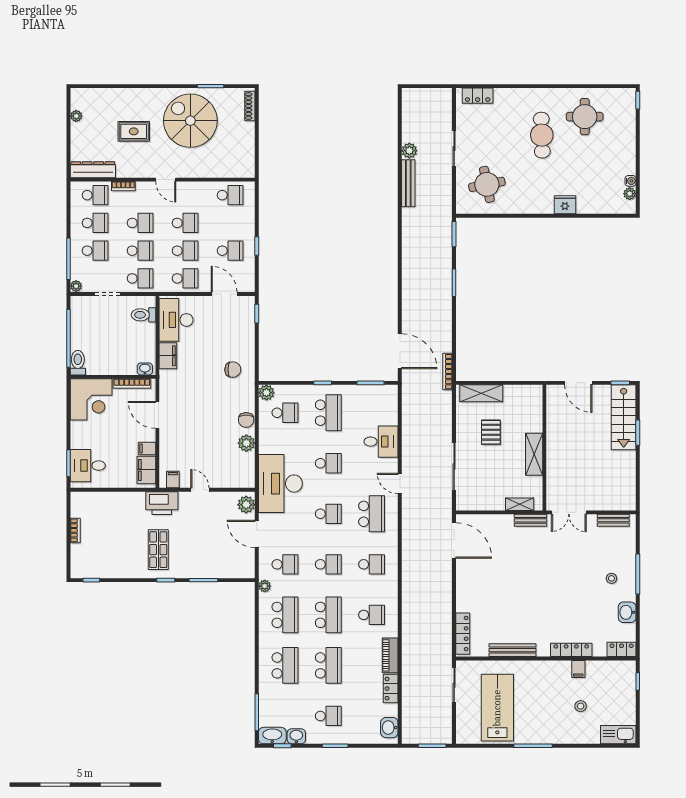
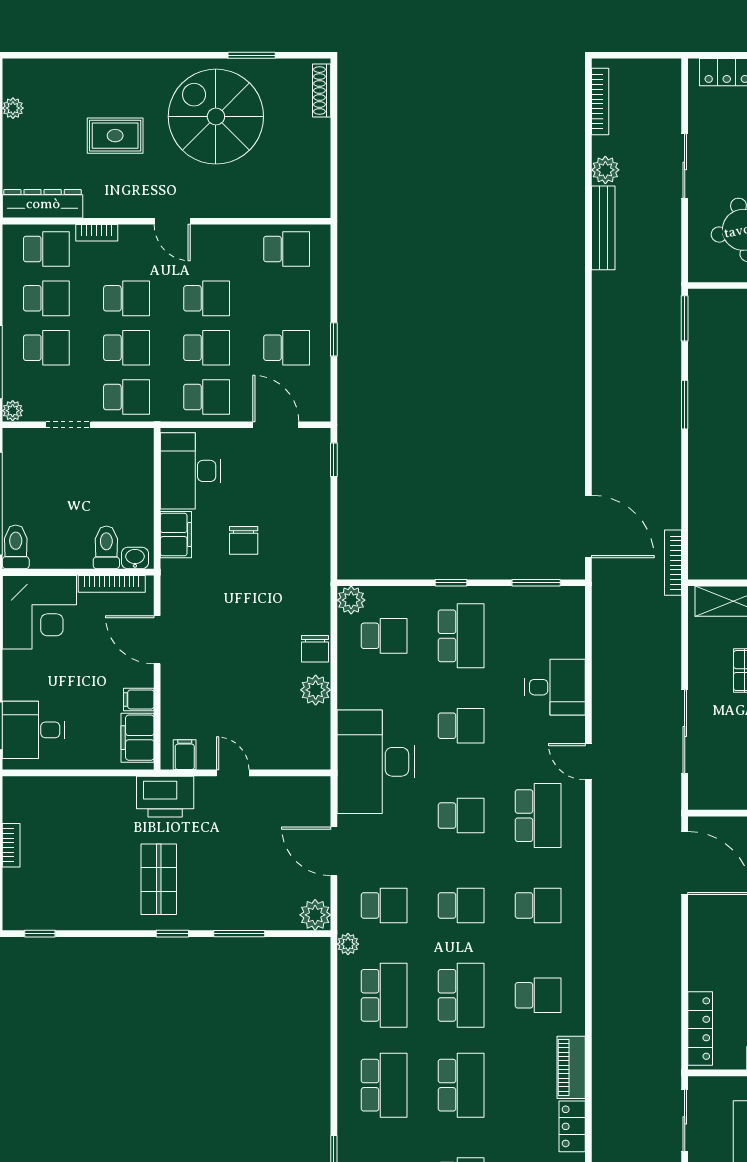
bookcase: (406, 112) -> (600, 101), added
toilet: (143, 315) -> (106, 547), moved, turned 90
chair: (233, 370) -> (244, 540), moved, turned 90
plant: (246, 505) -> (315, 915), moved

